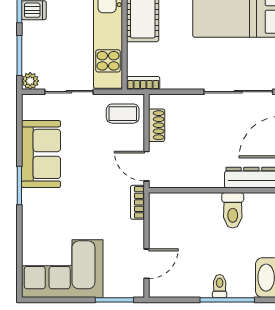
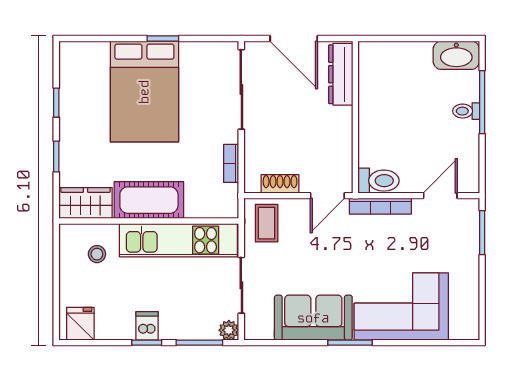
bookcase: (143, 83) -> (231, 163), moved
bookcase: (137, 202) -> (380, 206), width x1.56
toilet: (233, 210) -> (378, 181), moved
door: (146, 264) -> (440, 196), hinge flipped
corner sofa: (62, 269) -> (401, 307), moved, turned 90

